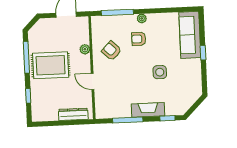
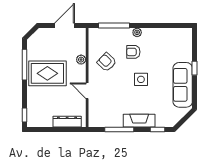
sofa: (190, 35) -> (183, 85), moved
side table: (160, 72) -> (141, 79), moved
window: (28, 96) -> (24, 115), moved

